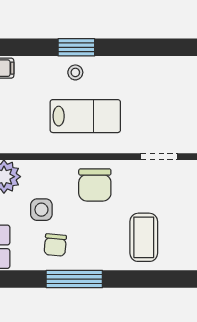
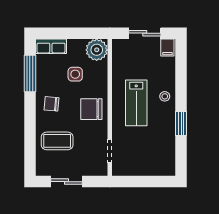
window: (76, 47) -> (181, 123), moved
chair: (55, 245) -> (52, 104), moved
window: (74, 279) -> (30, 73), moved

